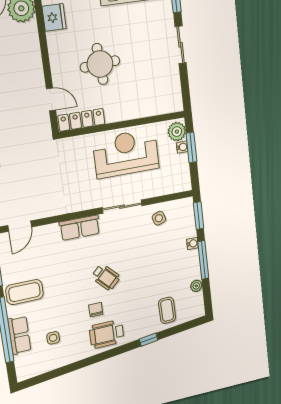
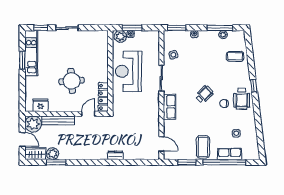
bench: (33, 51) -> (58, 120), added
window: (203, 260) -> (220, 28), moved
window: (149, 340) -> (254, 86), moved

